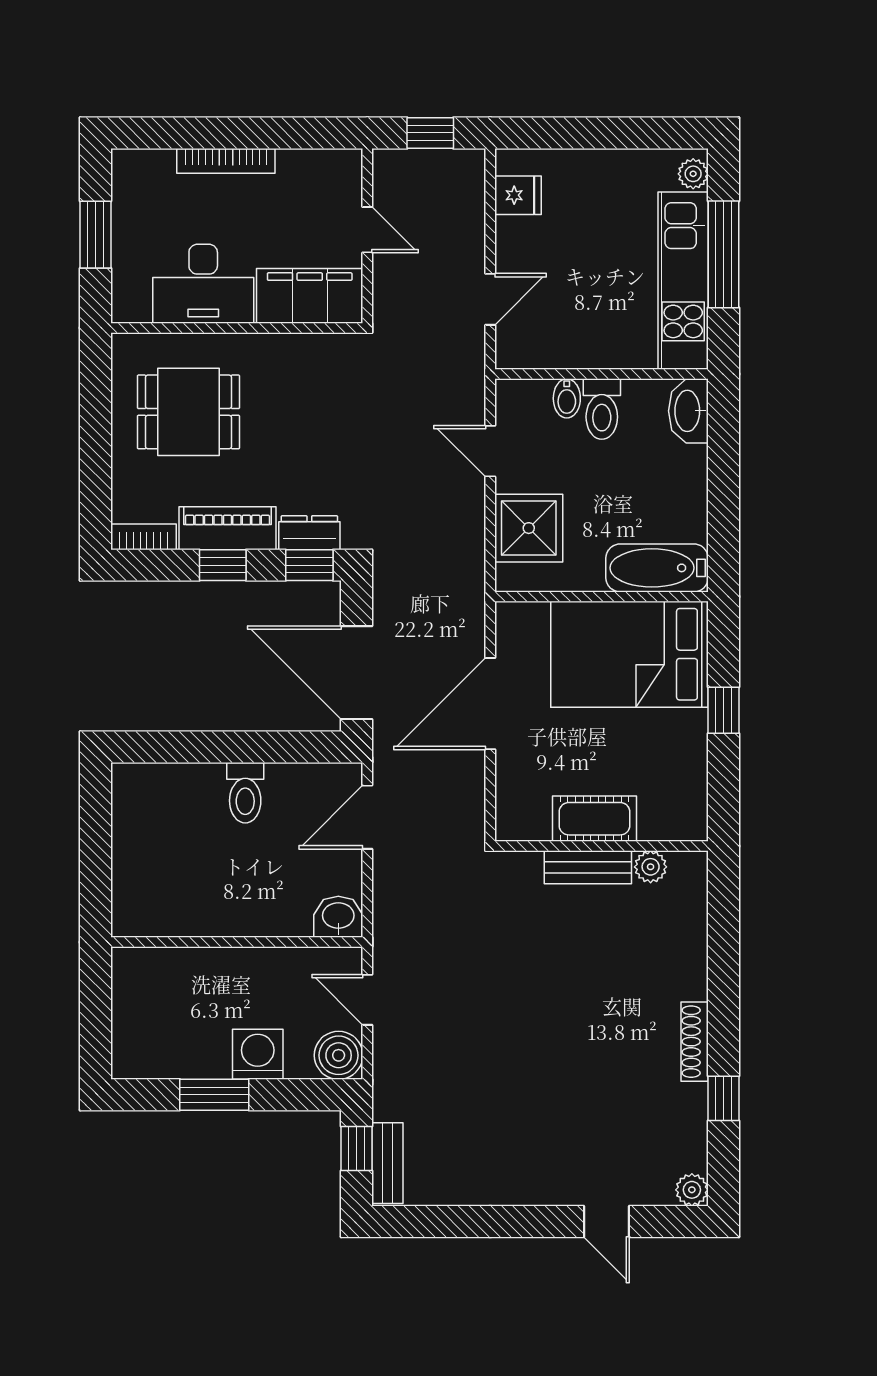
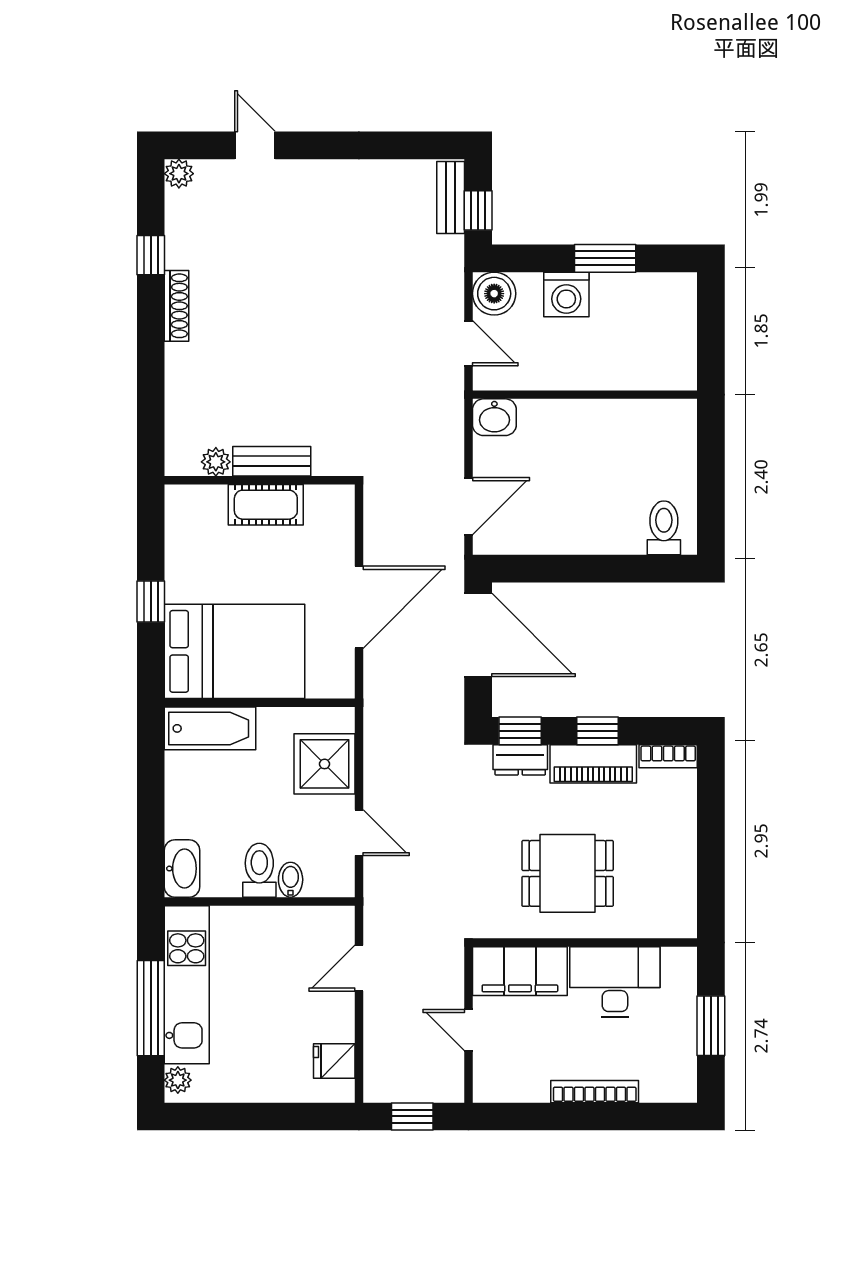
dining table: (188, 412) -> (568, 873), moved
toilet: (245, 793) -> (664, 528), moved

